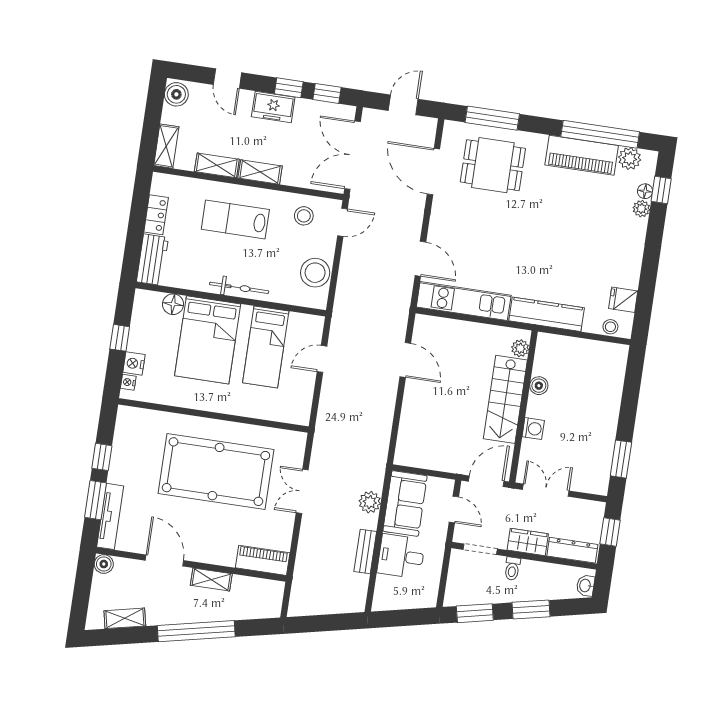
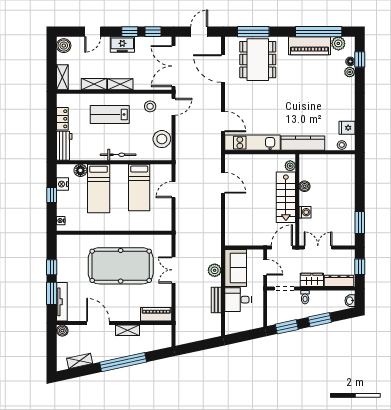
door: (227, 79) -> (93, 32), hinge flipped
dining table: (493, 165) -> (258, 60), width x1.38
bed: (208, 340) -> (99, 188), width x0.67
nightstand: (134, 363) -> (62, 184), moved

